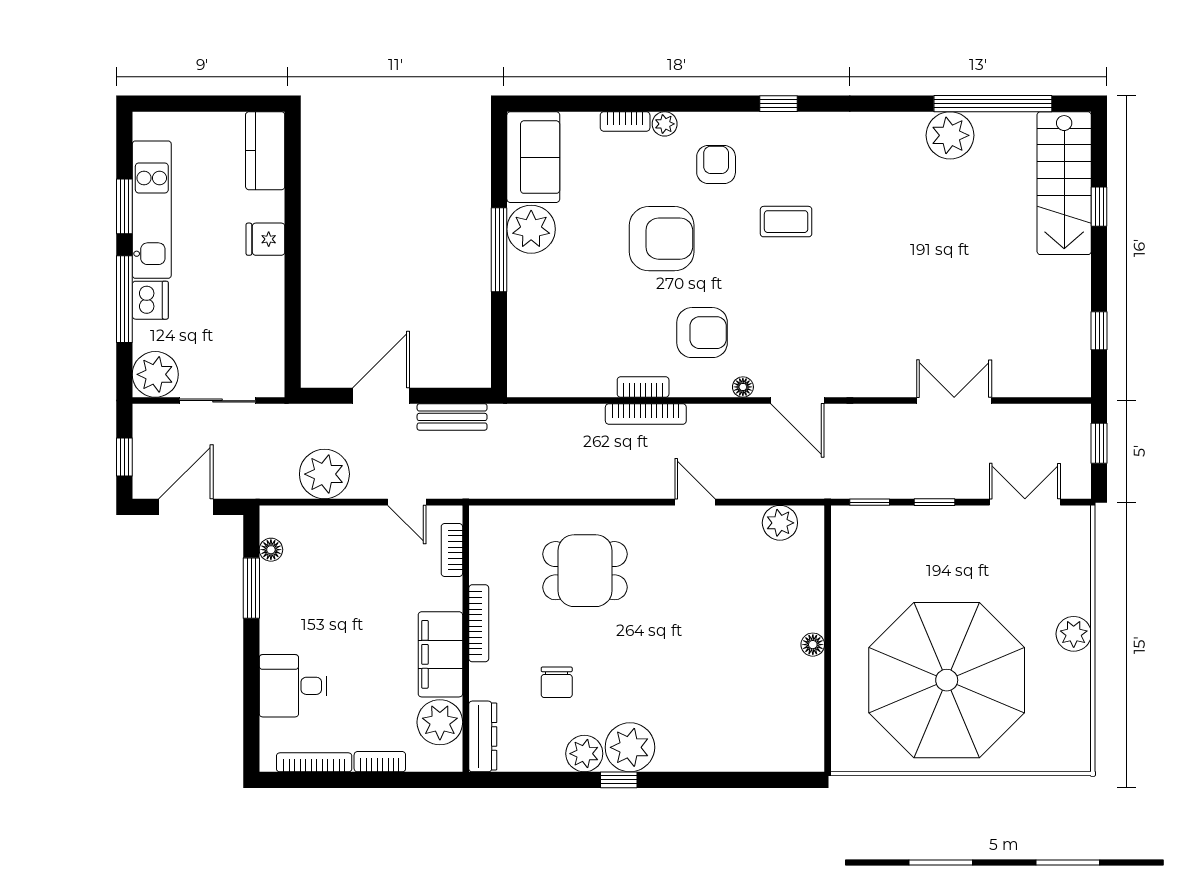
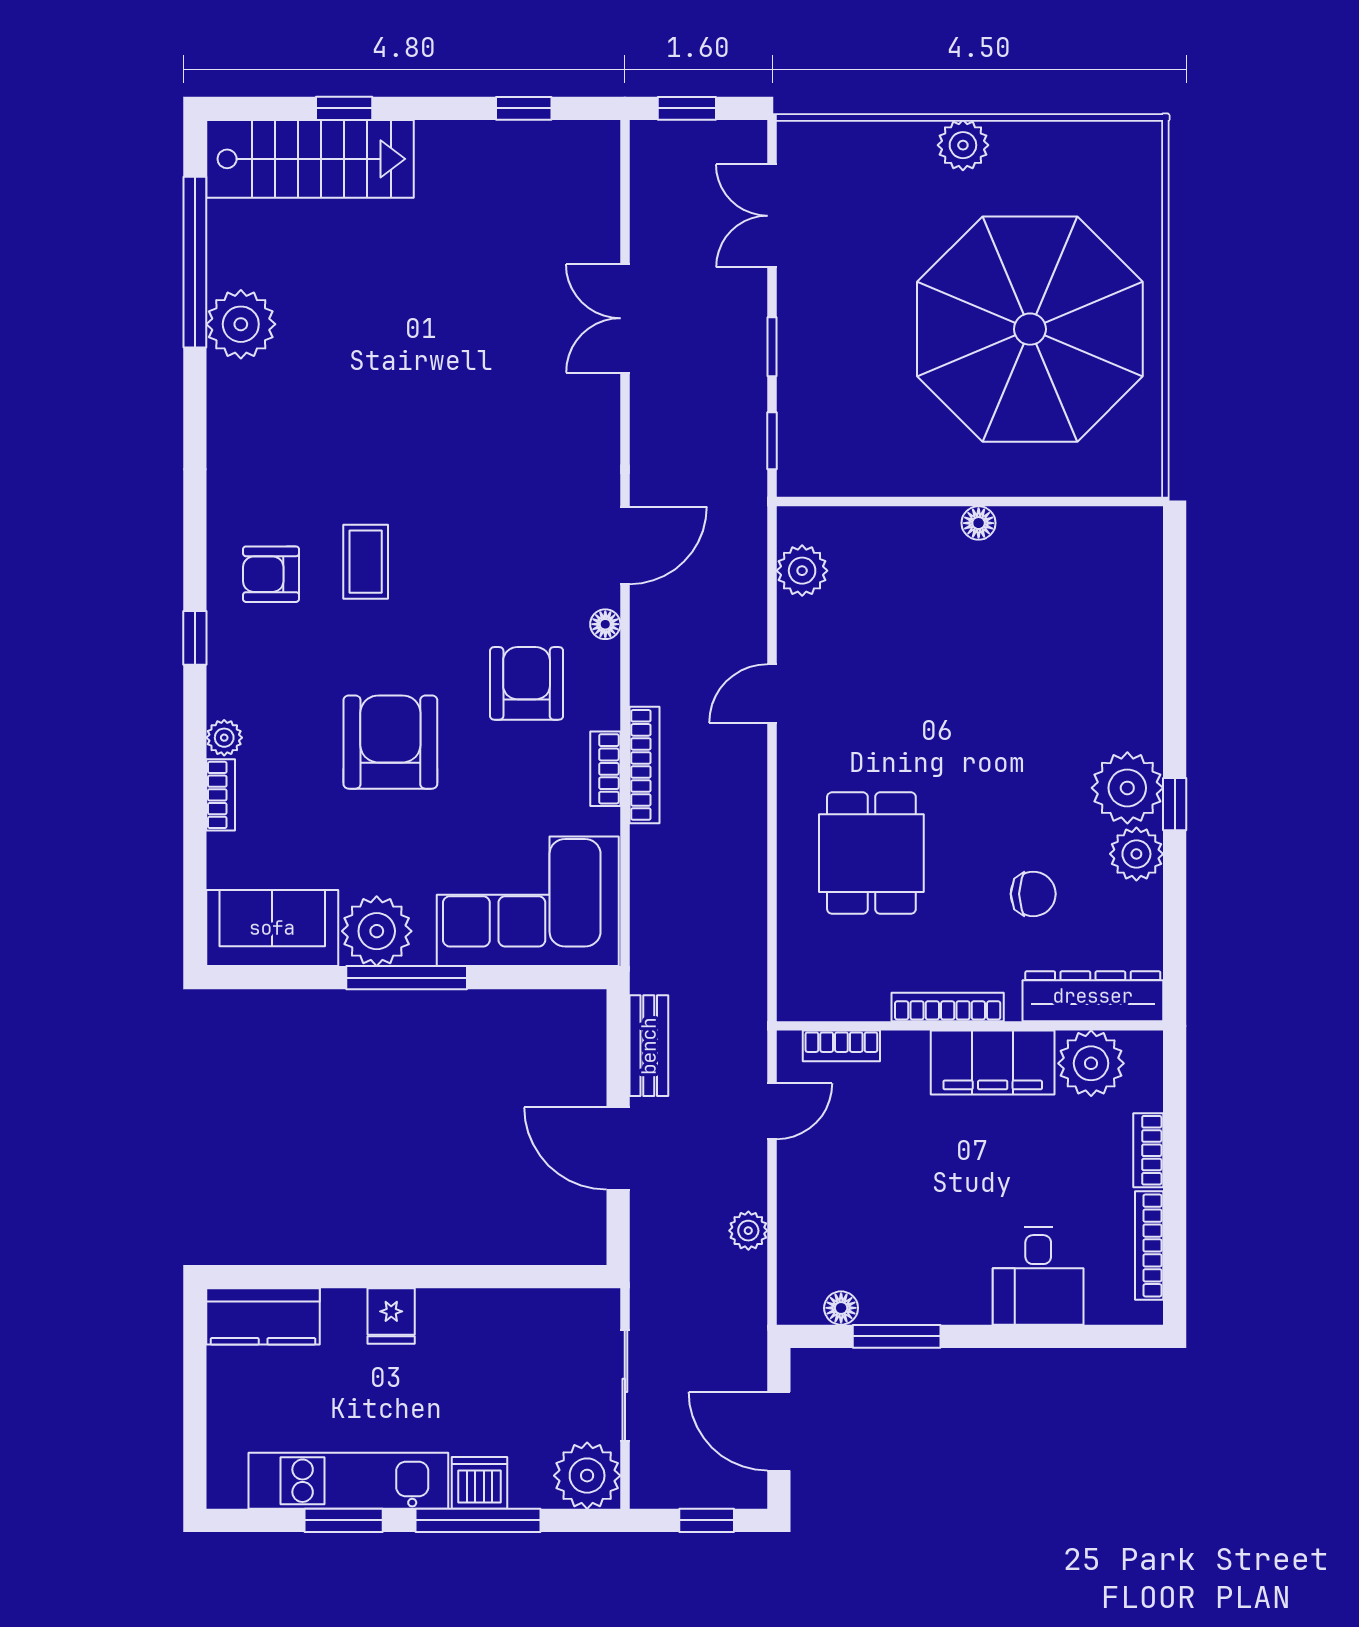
window: (779, 104) -> (195, 638), moved
armchair: (716, 164) -> (271, 574), moved
corner sofa: (552, 333) -> (528, 901), added
plant: (324, 474) -> (748, 1231), width x0.53, depth x0.53
dresser: (483, 736) -> (1093, 996), width x1.37, depth x1.24

